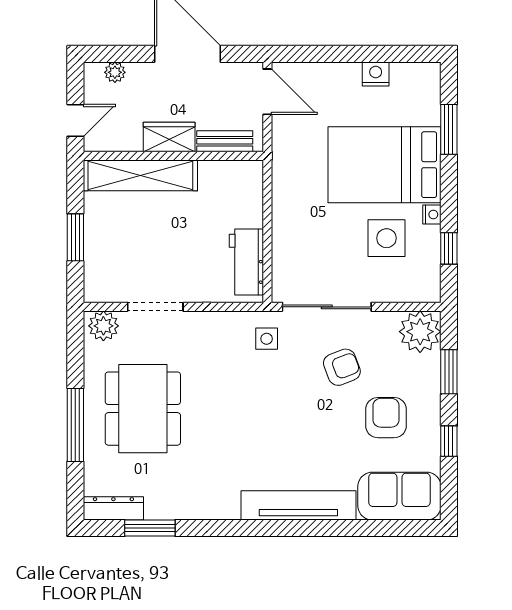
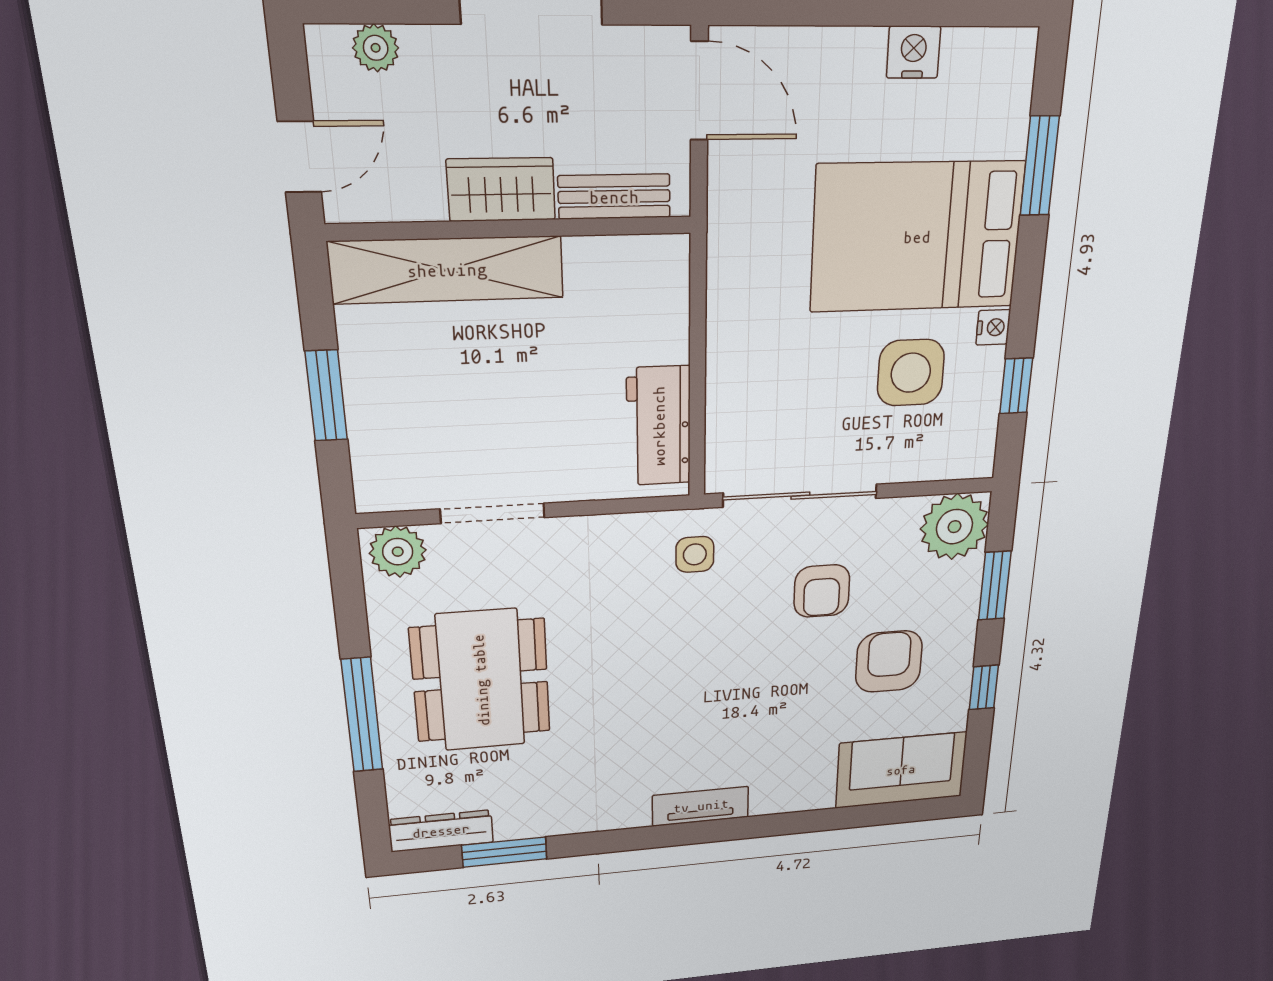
armchair: (342, 367) -> (822, 591), turned 111
tv unit: (298, 505) -> (701, 806), width x0.52, depth x0.78

